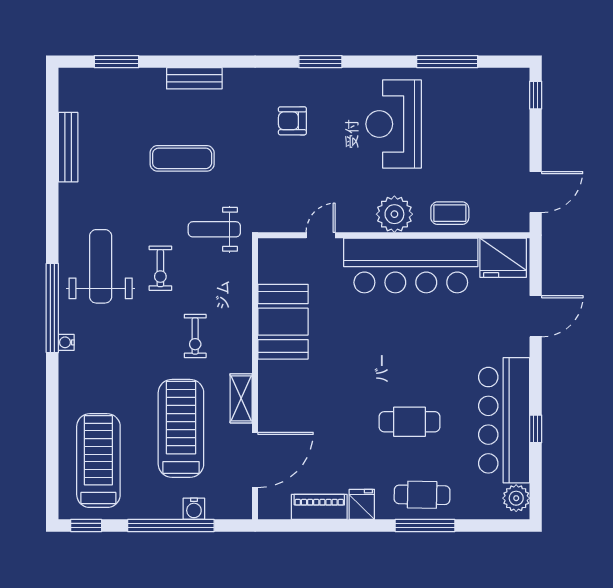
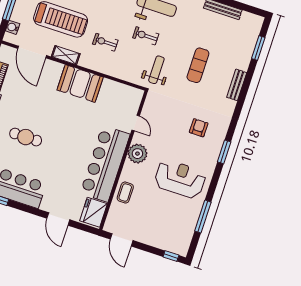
plant: (394, 214) -> (137, 154), moved
booth: (283, 322) -> (80, 83), moved
cafe table: (410, 422) -> (26, 137), turned 90
water cooler: (194, 509) -> (13, 27), moved

